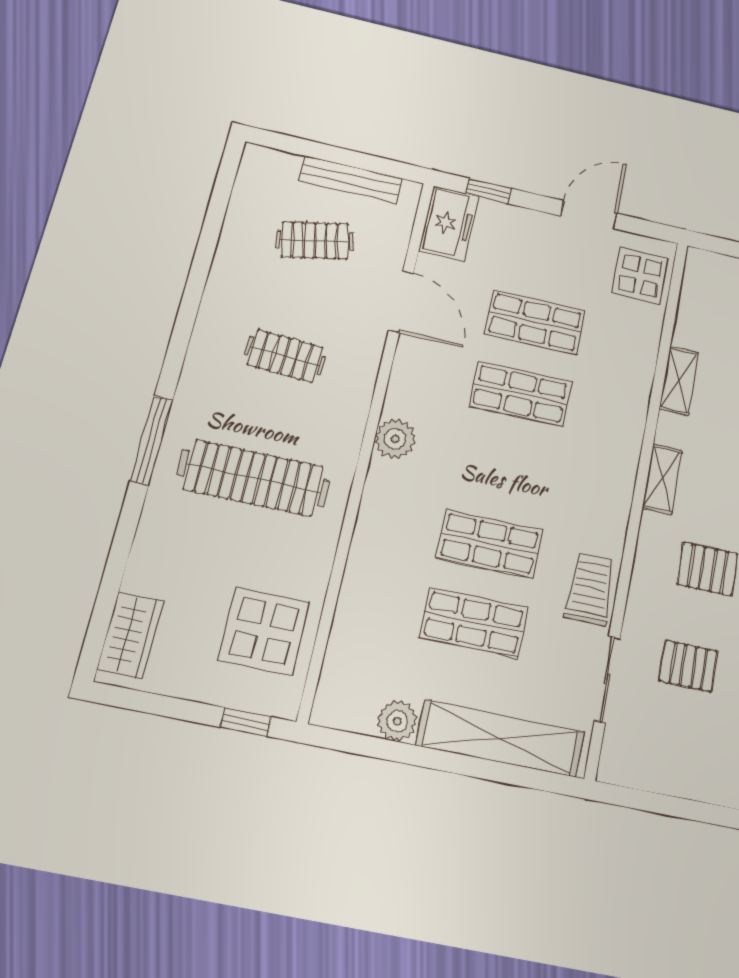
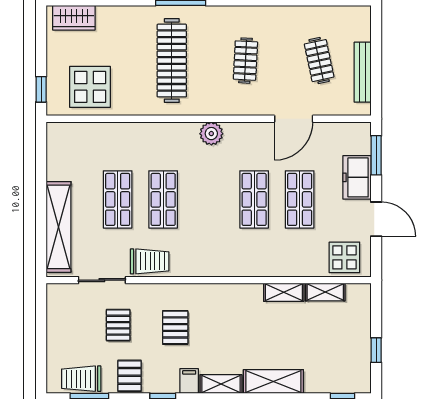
window: (489, 191) -> (376, 155), width x1.50
freezer: (449, 223) -> (357, 177), moved, turned 90
shelving: (662, 479) -> (325, 292), moved
plant: (397, 721) -> (57, 169), removed

